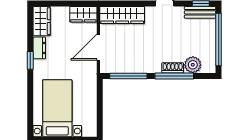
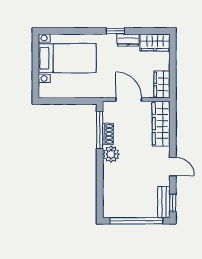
plant: (193, 65) -> (111, 154), moved
shoe rack: (173, 68) -> (108, 134), moved
window: (174, 76) -> (100, 176), removed

